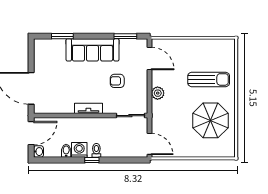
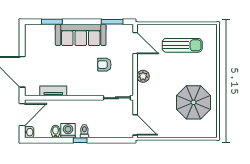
sun lounger: (209, 79) -> (182, 45), moved
tv unit: (88, 108) -> (53, 91), moved

